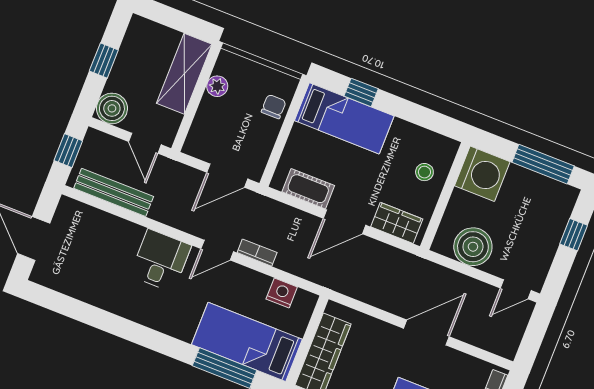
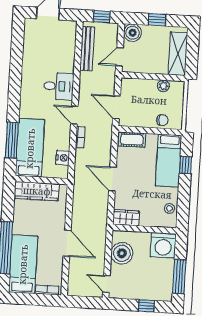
shelving: (184, 74) -> (178, 54), moved, turned 90
stool: (424, 172) -> (169, 208), moved
cot: (308, 189) -> (132, 140), moved, turned 90
wardrobe: (397, 223) -> (126, 218), moved, turned -90

